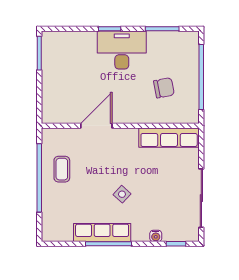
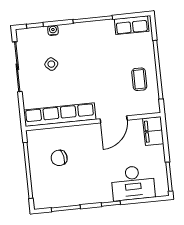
desk: (122, 50) -> (133, 183), moved
filing cabinet: (52, 108) -> (153, 131), added
row of seats: (169, 138) -> (60, 115), width x1.36
side table: (122, 194) -> (51, 64), moved
row of seats: (102, 233) -> (132, 25), moved, width x0.68

